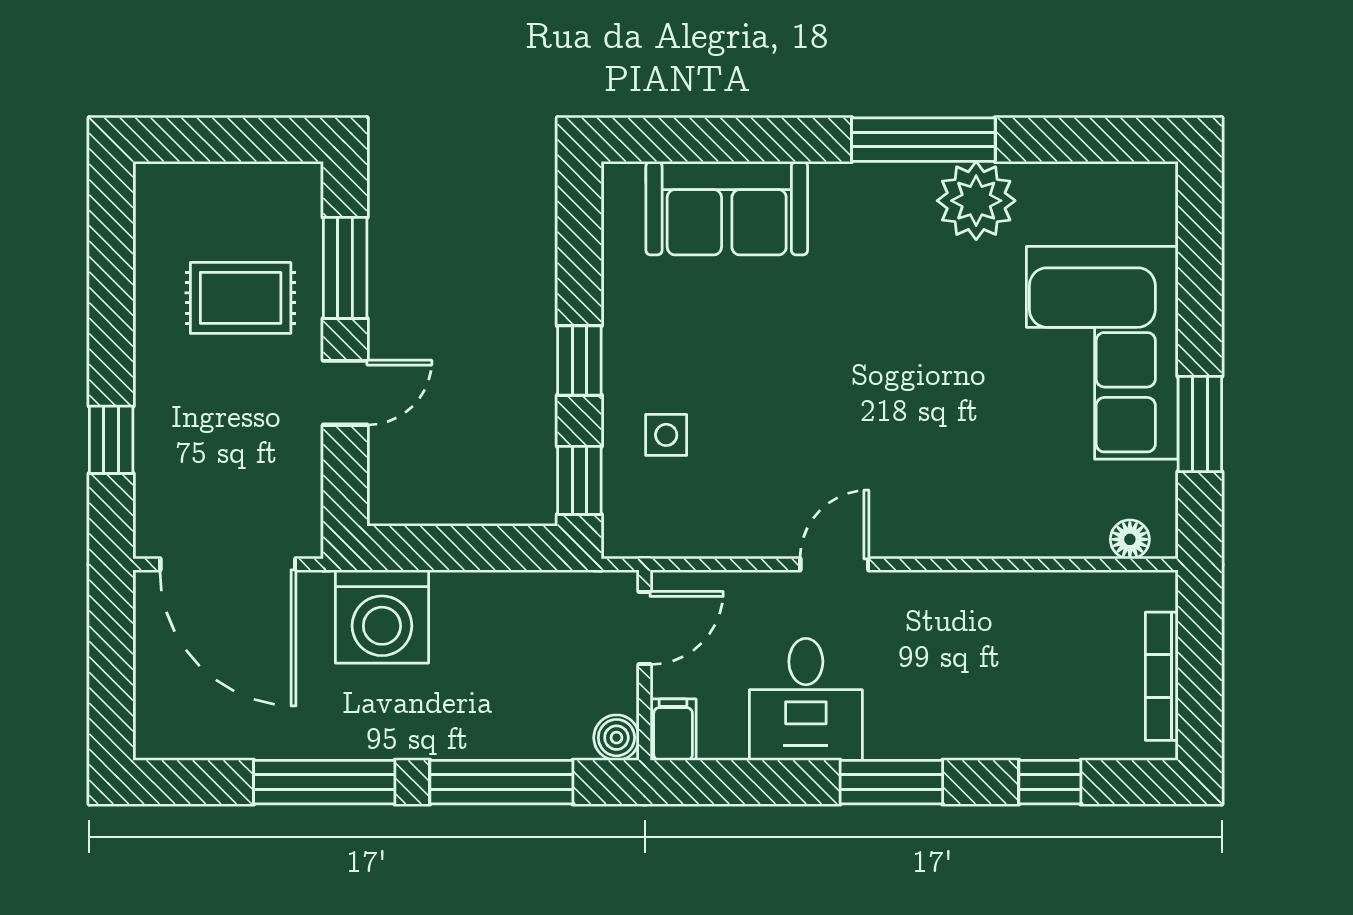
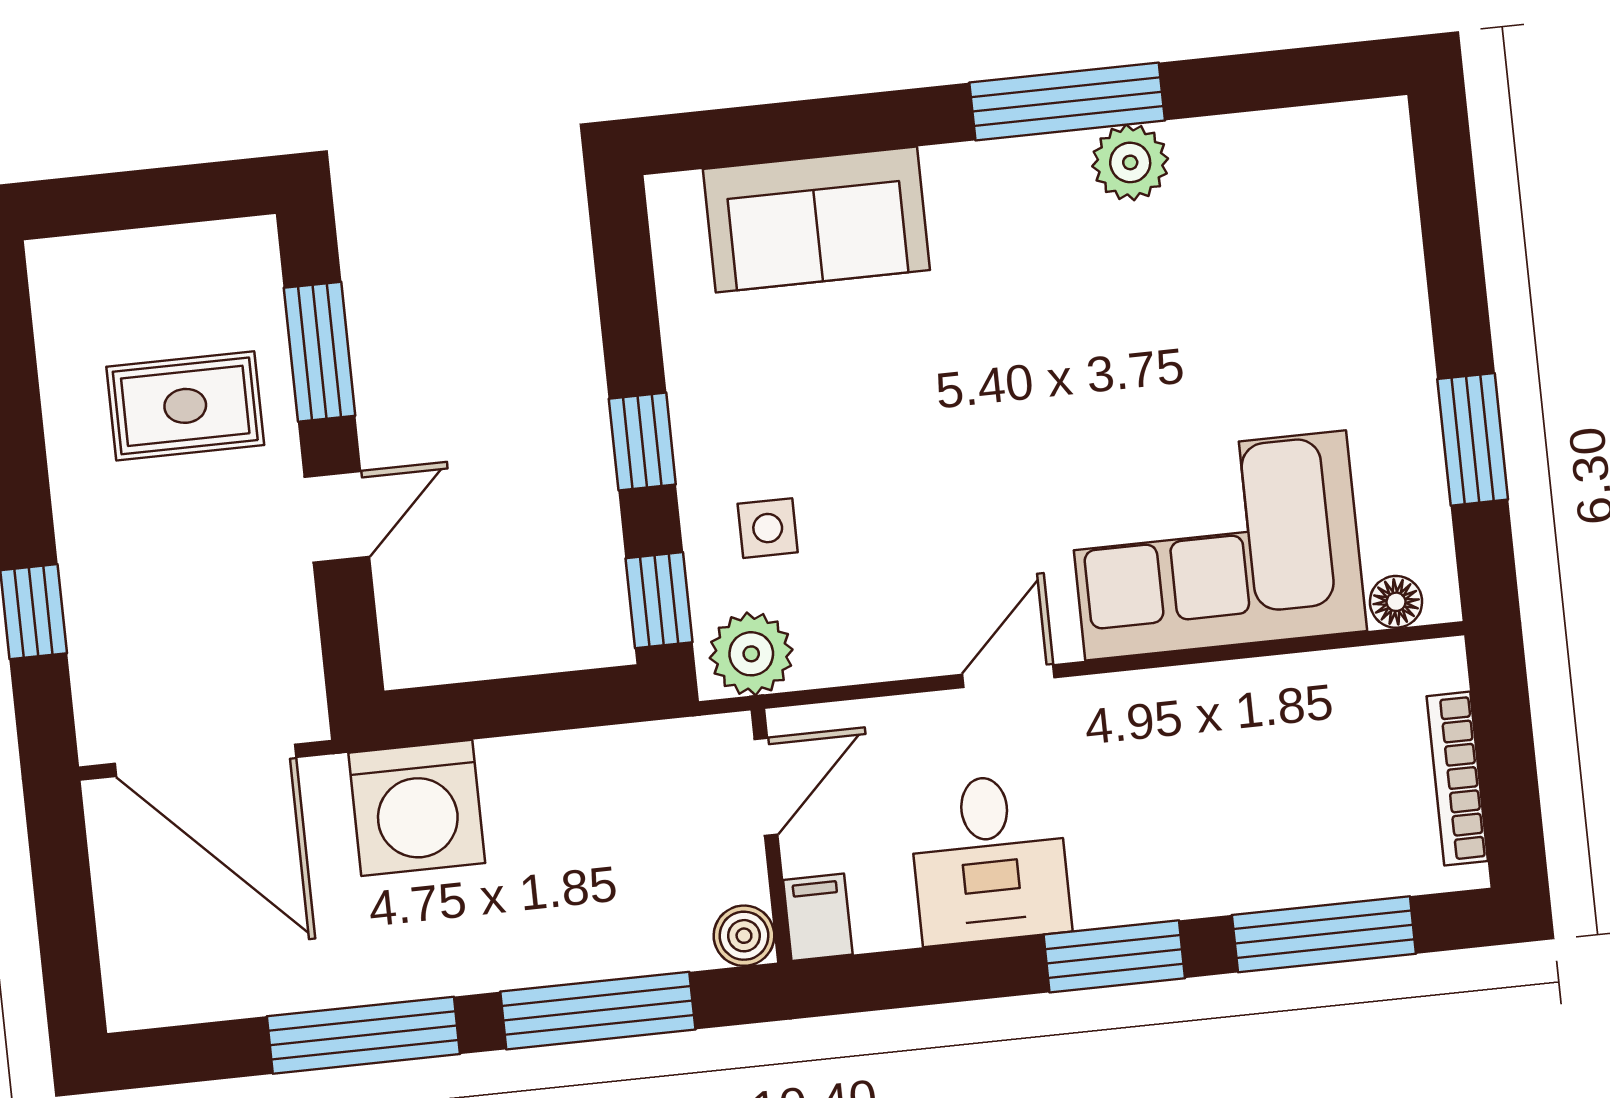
plant: (976, 201) -> (1130, 162), width x0.73, depth x0.73
corner sofa: (1102, 353) -> (1216, 545), moved, turned 90
plant: (644, 528) -> (751, 654), added
window: (1050, 782) -> (1324, 934), width x2.17

